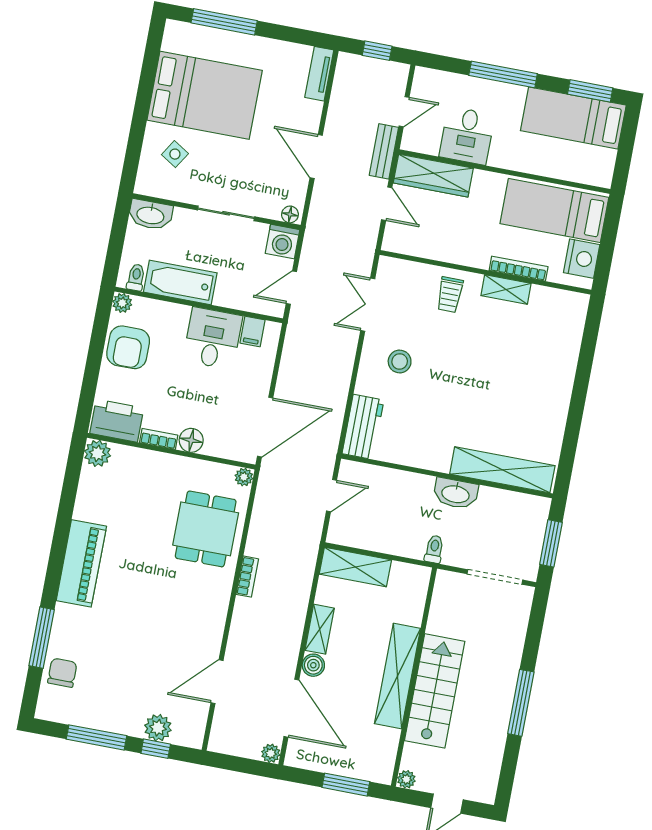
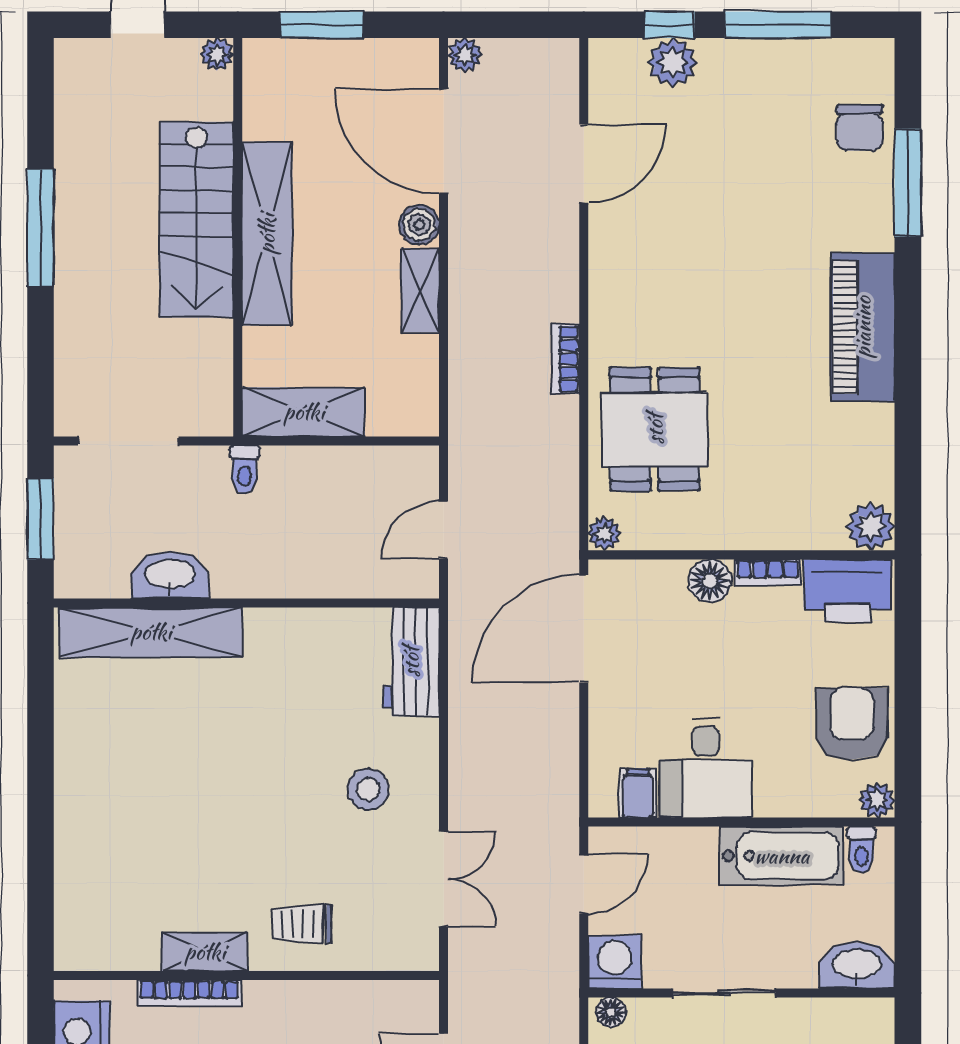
trolley: (450, 295) -> (302, 924), turned -90
washbasin: (456, 493) -> (170, 575), moved
shelving: (355, 567) -> (304, 412), moved

